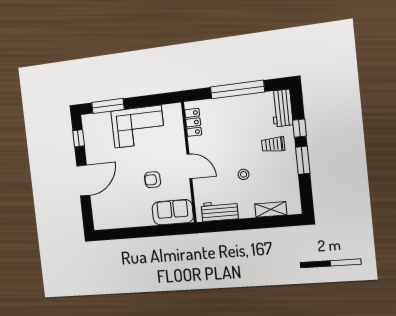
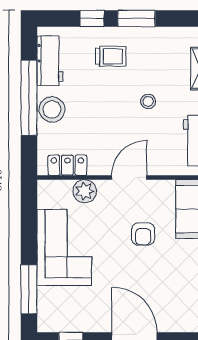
stool: (231, 107) -> (52, 109), added
workbench: (282, 108) -> (50, 61), moved, turned -90
plant: (177, 136) -> (85, 191), added
trolley: (273, 145) -> (111, 56), turned -90

